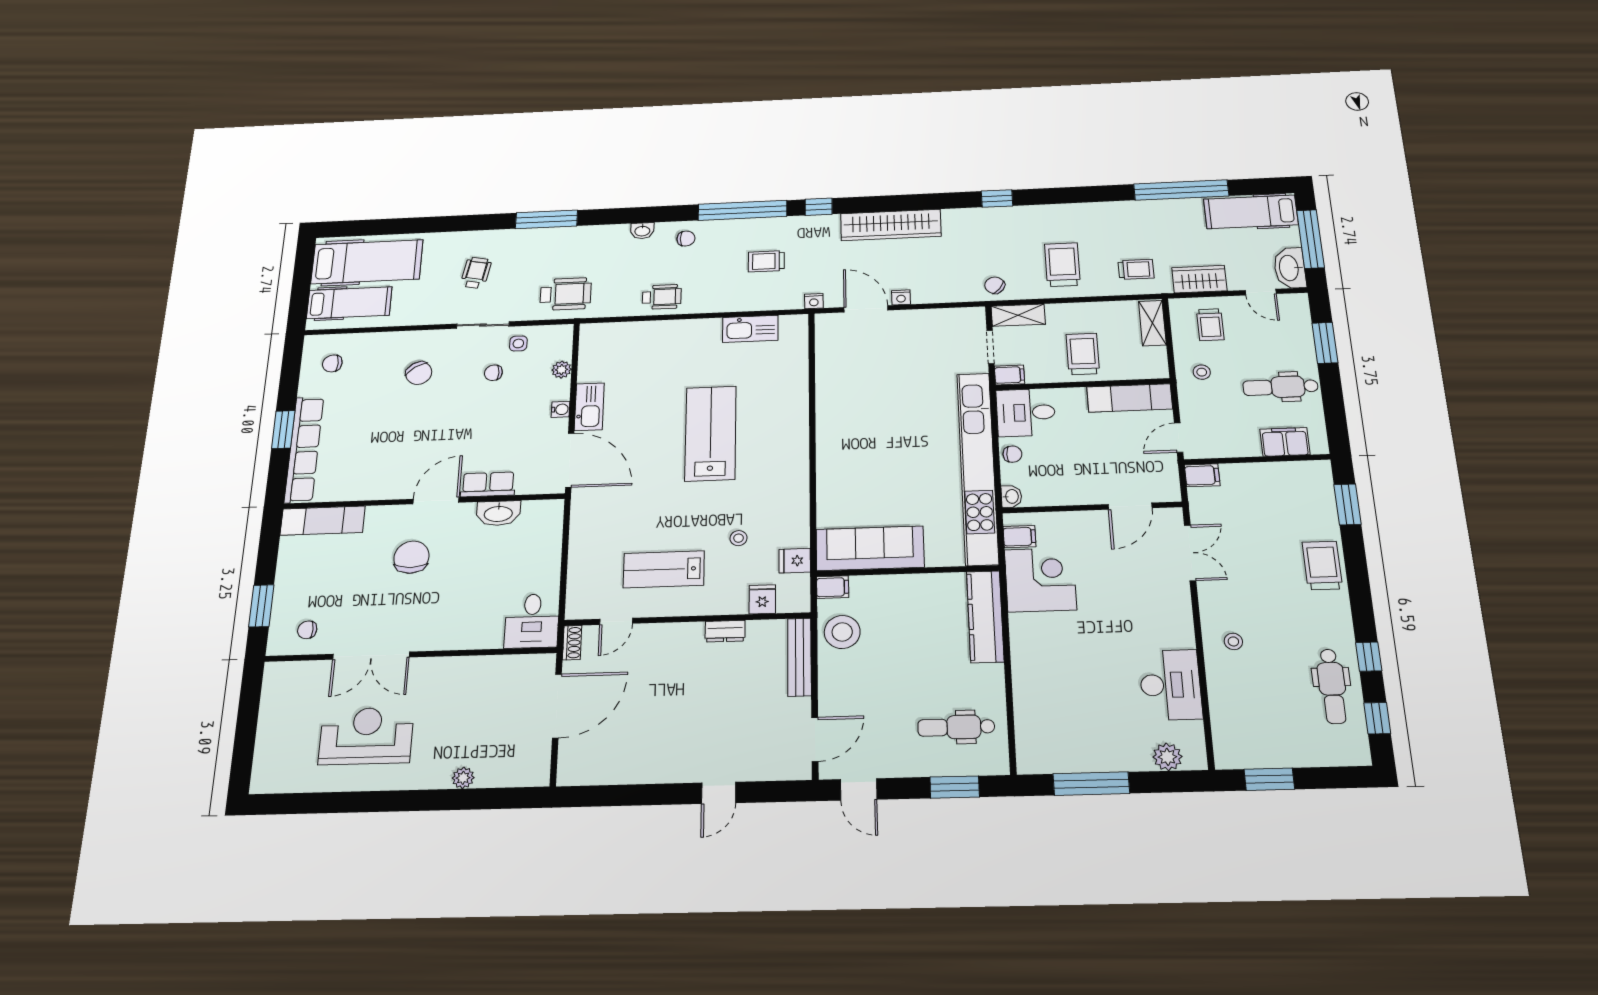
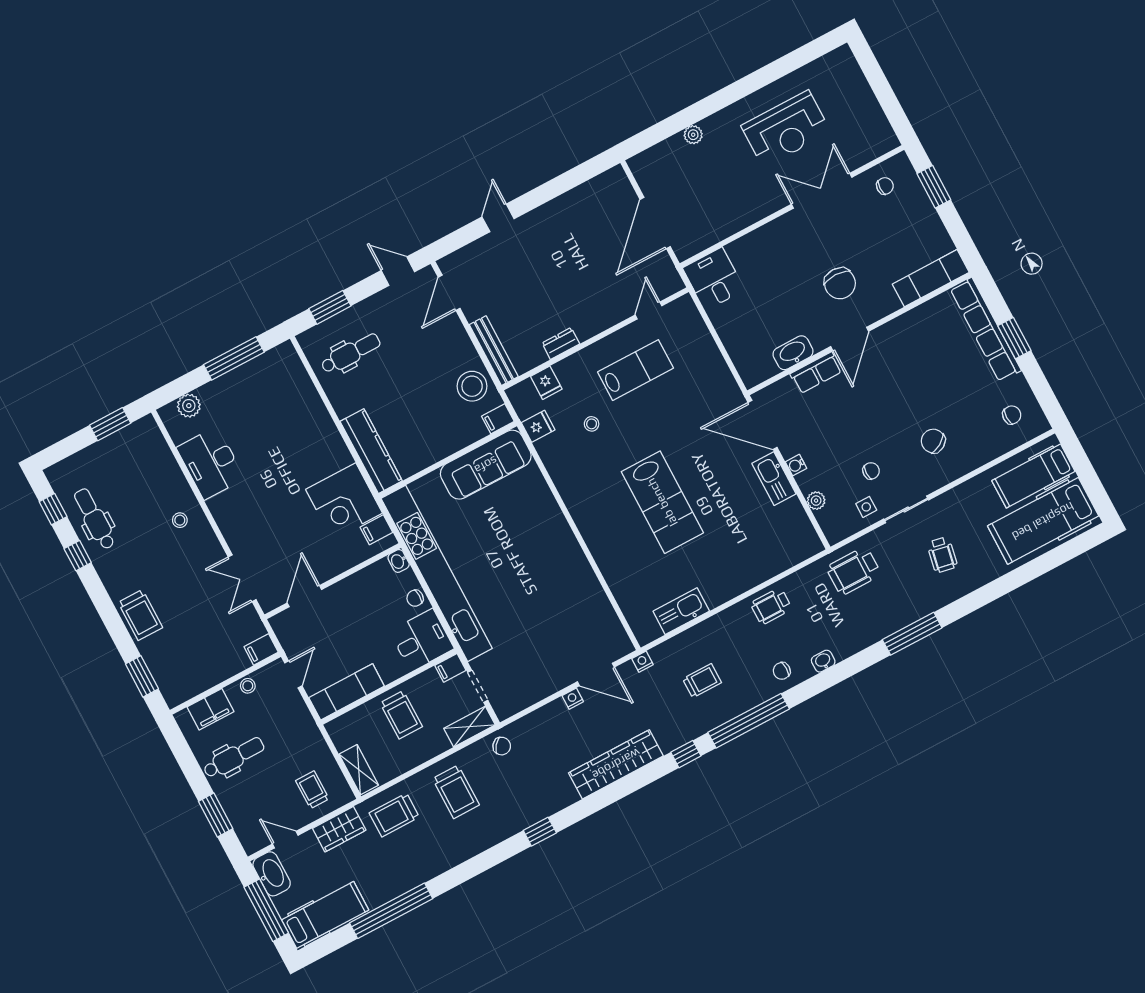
trolley: (1136, 269) -> (394, 815), width x1.36, depth x1.39
stool: (1202, 372) -> (248, 686), moved
shoe rack: (572, 643) -> (672, 277), removed

